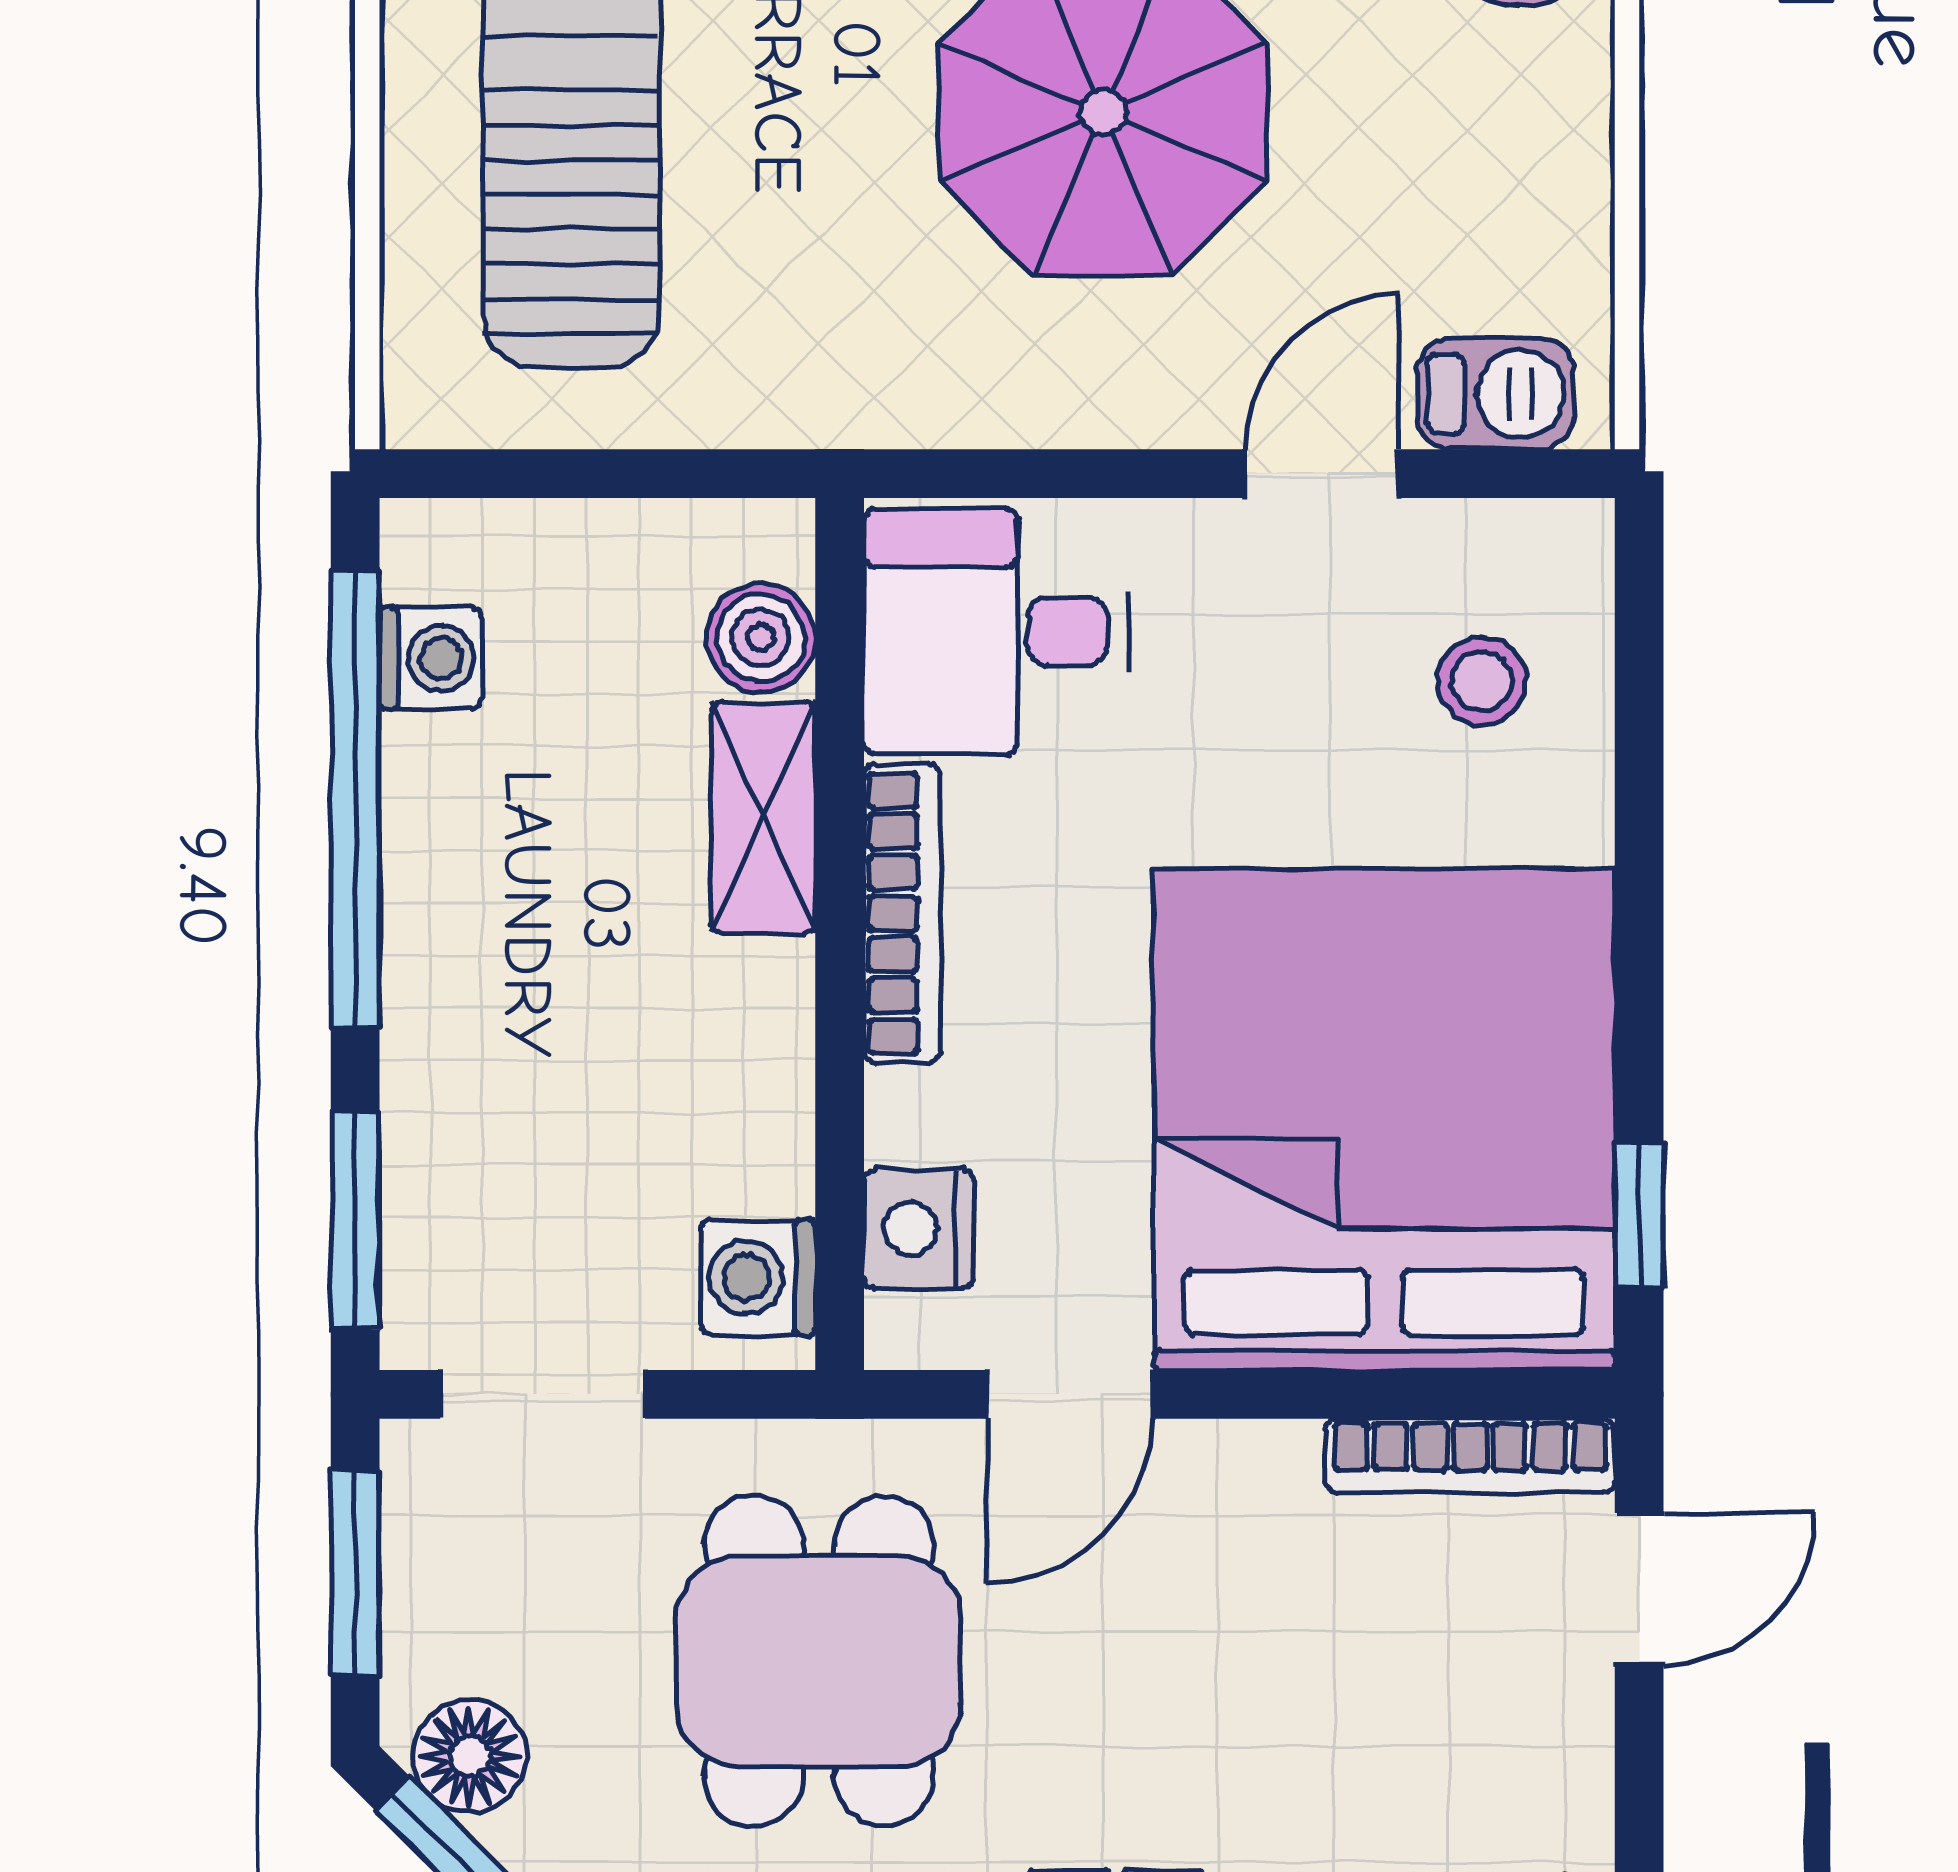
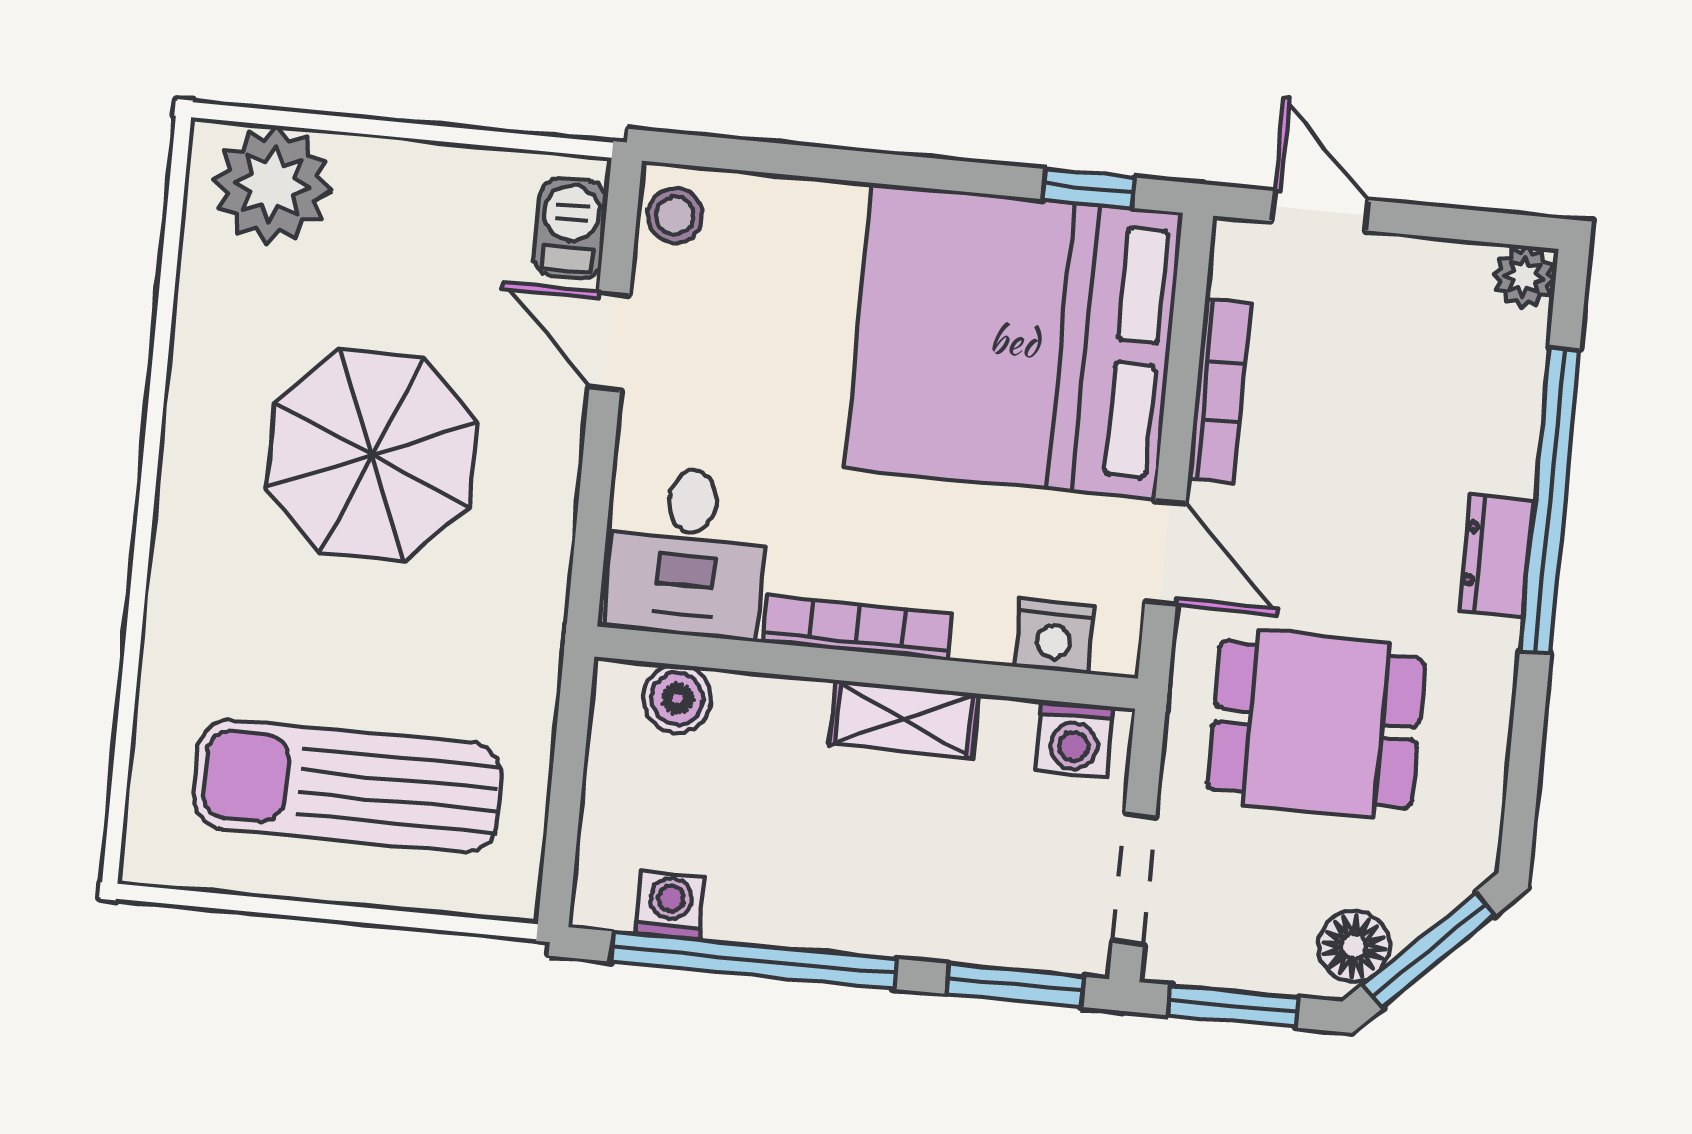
stool: (1482, 681) -> (675, 215), moved
shelving: (763, 817) -> (904, 719), moved
bookcase: (1470, 1456) -> (1219, 392), moved

